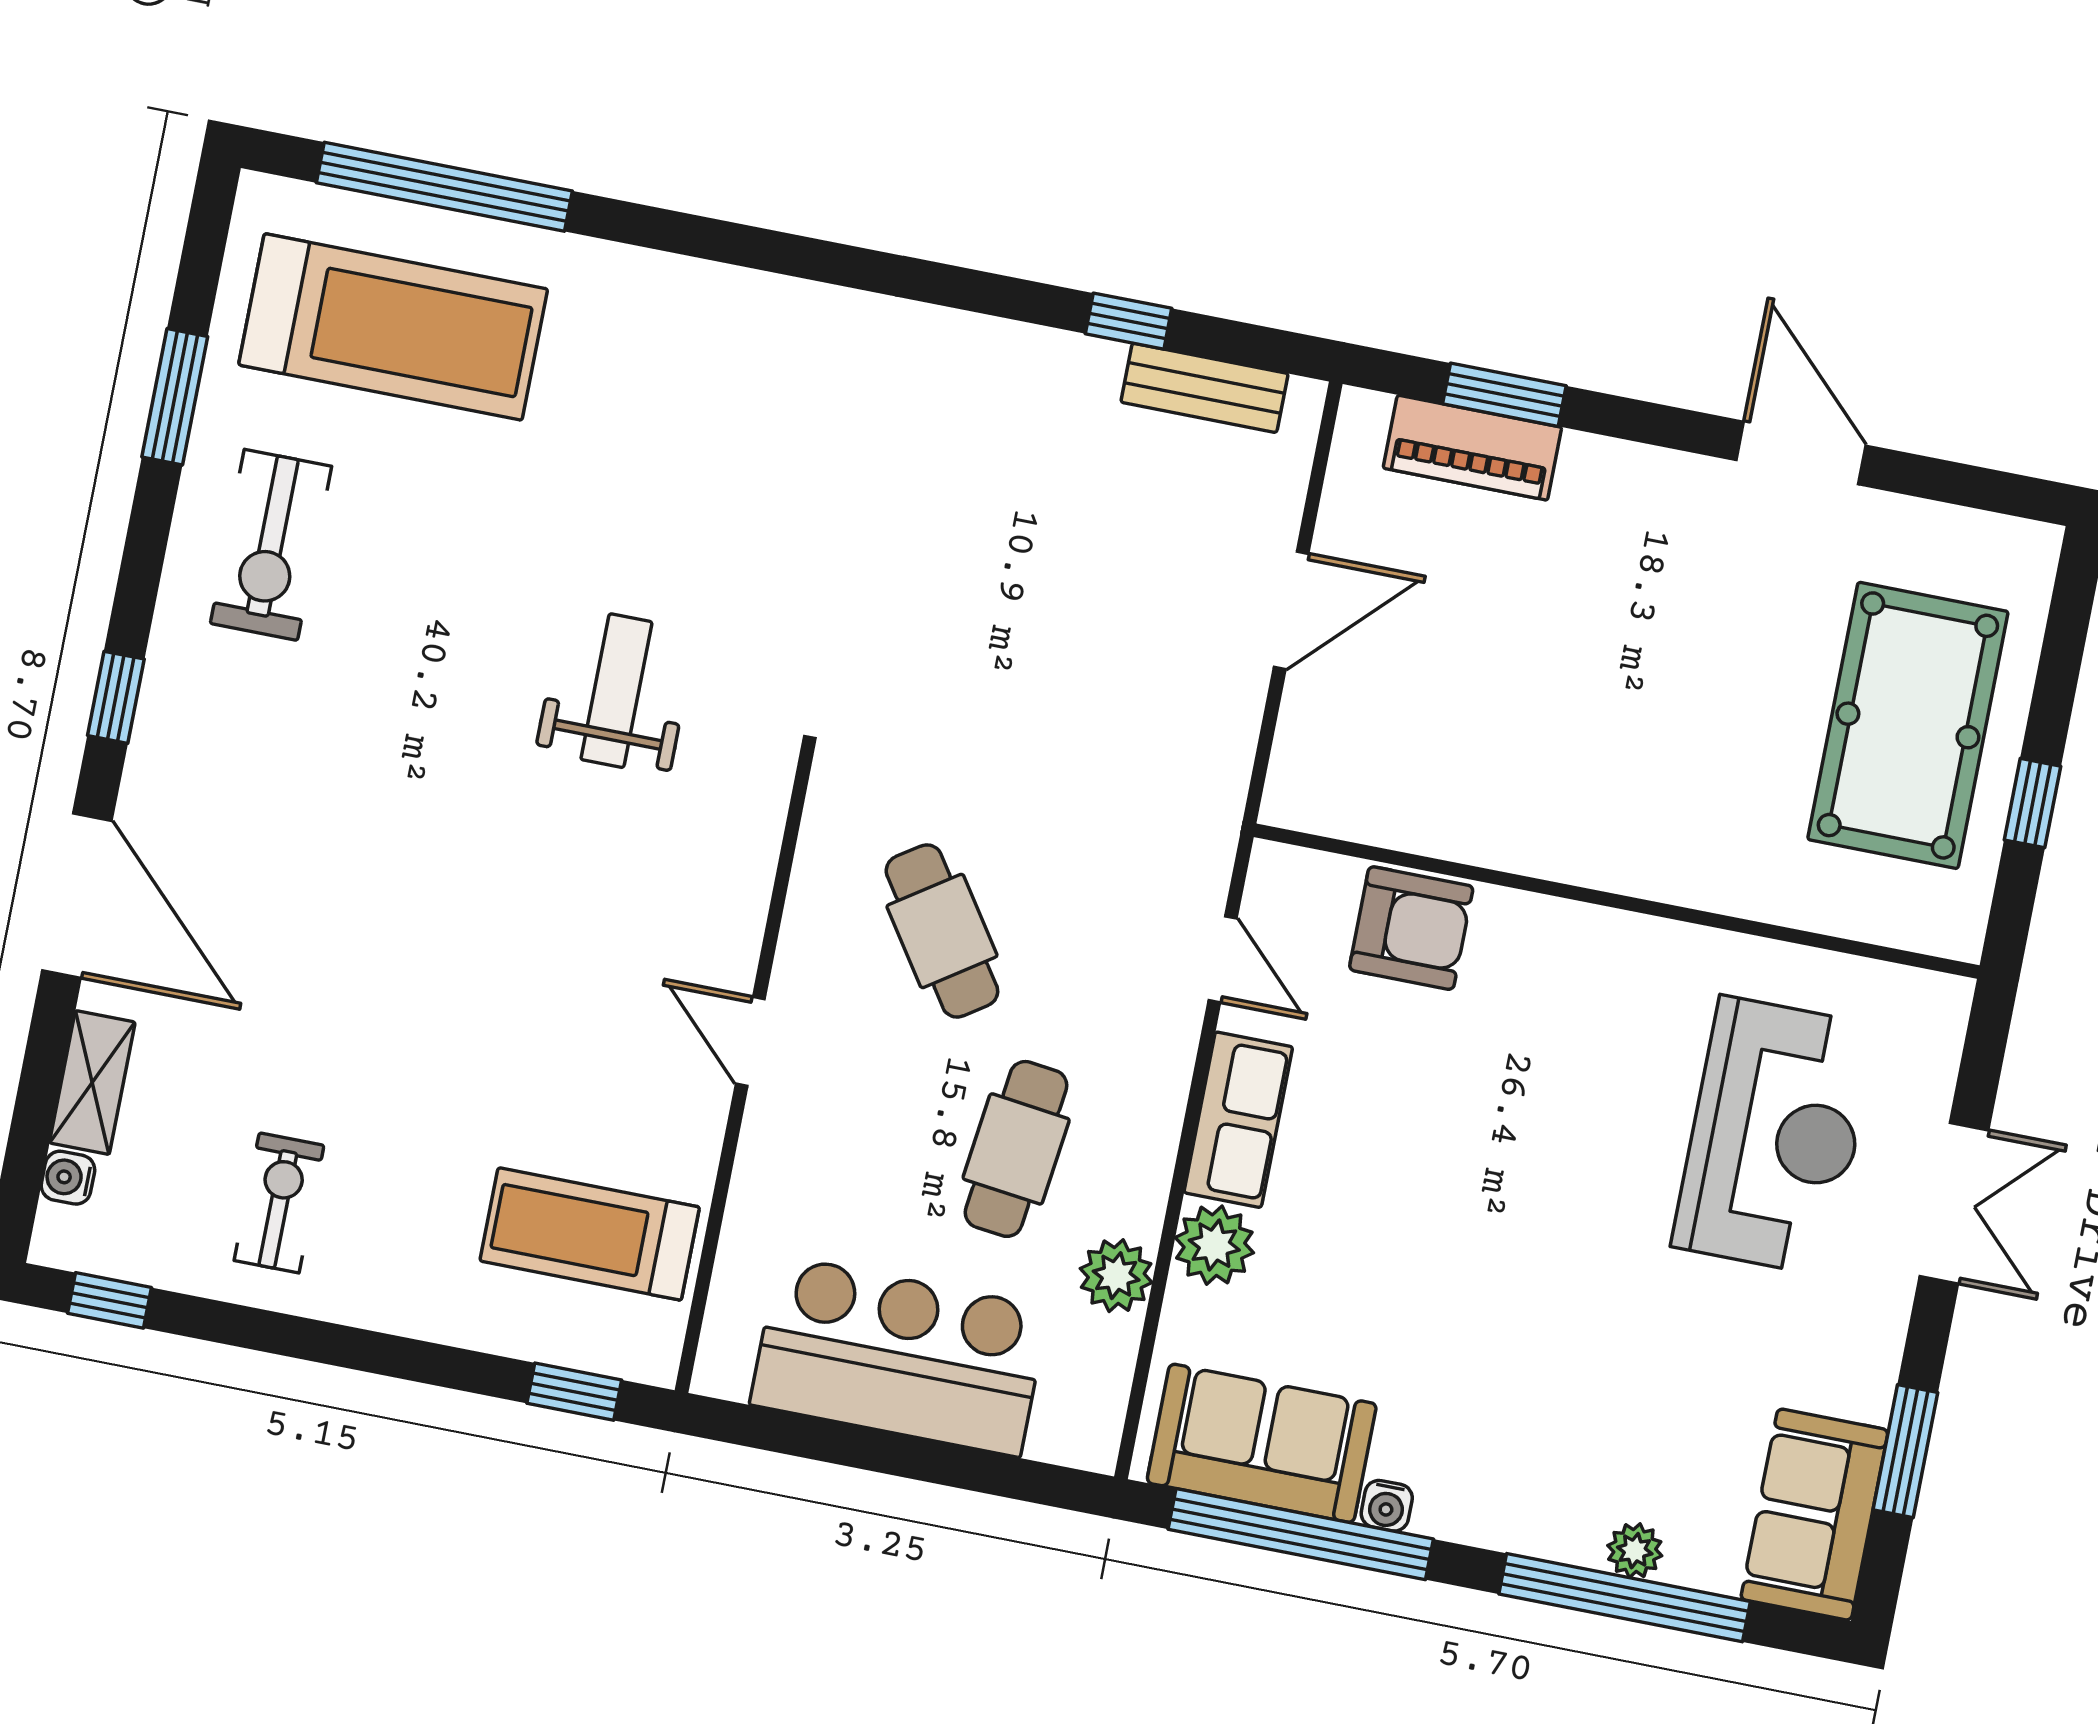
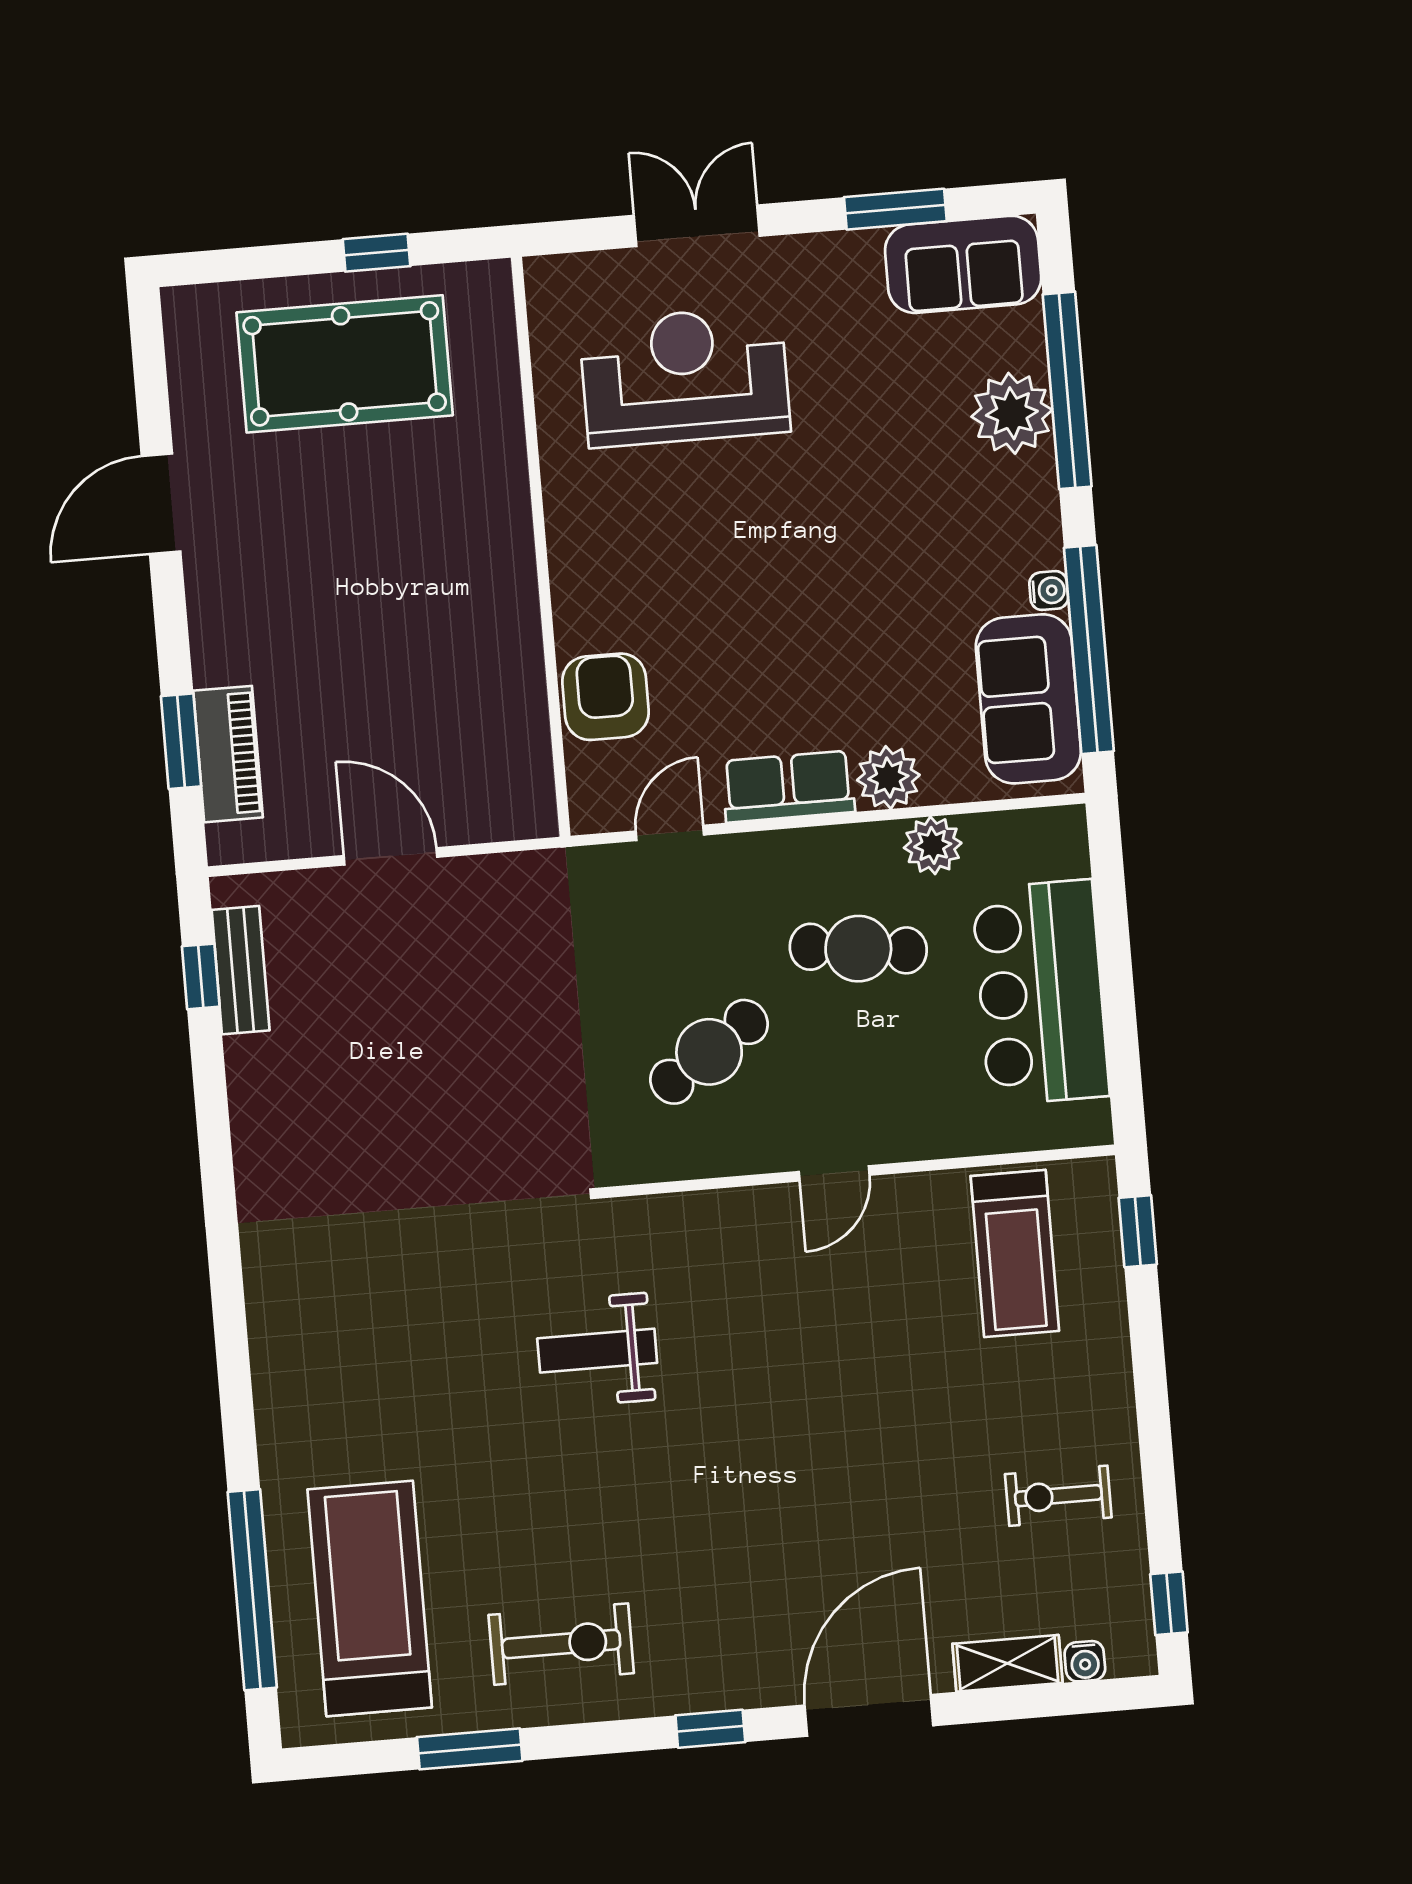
window: (1129, 321) -> (201, 976), moved
plant: (1635, 1551) -> (1012, 413), width x1.88, depth x1.88

